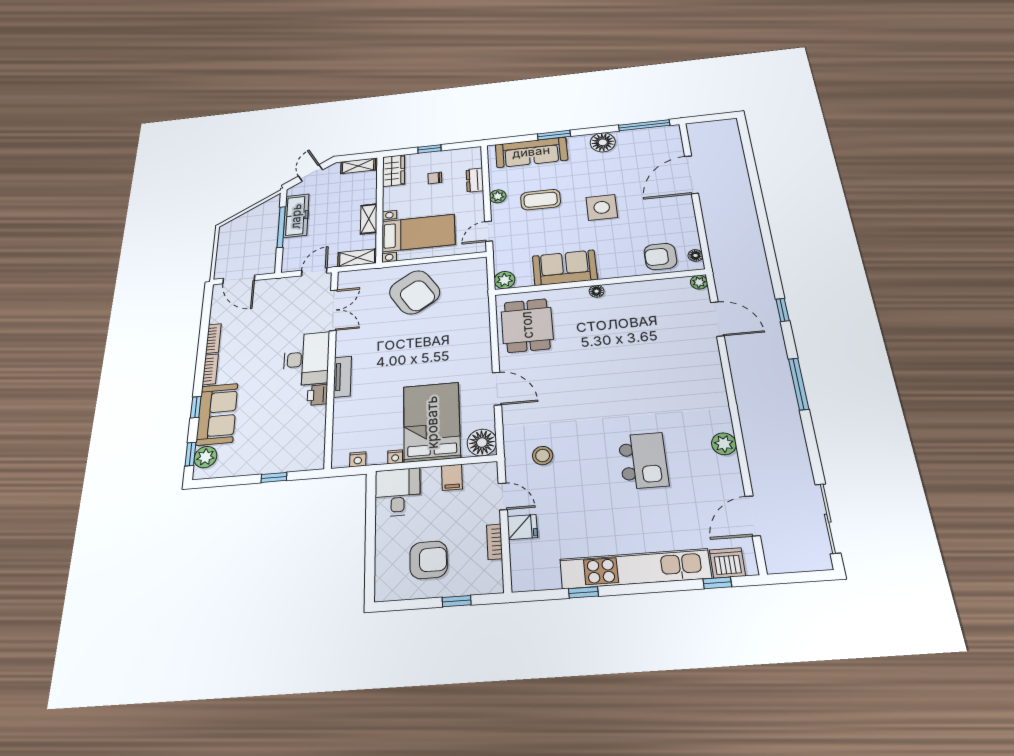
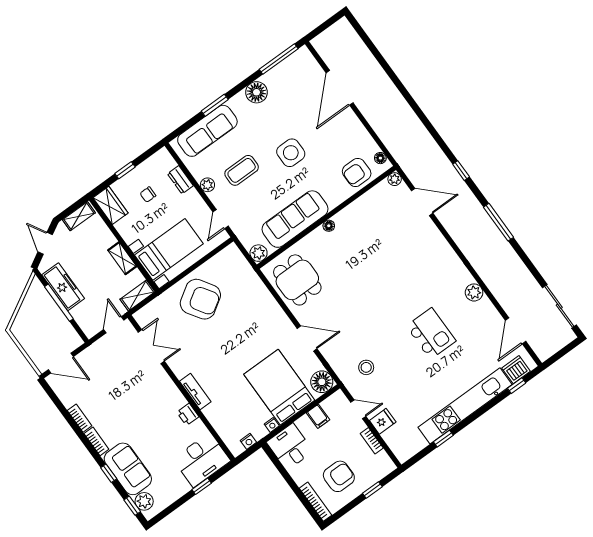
sofa: (565, 268) -> (295, 219), width x1.36
desk: (306, 359) -> (202, 460), moved, turned 90
bookcase: (382, 573) -> (315, 502), added

